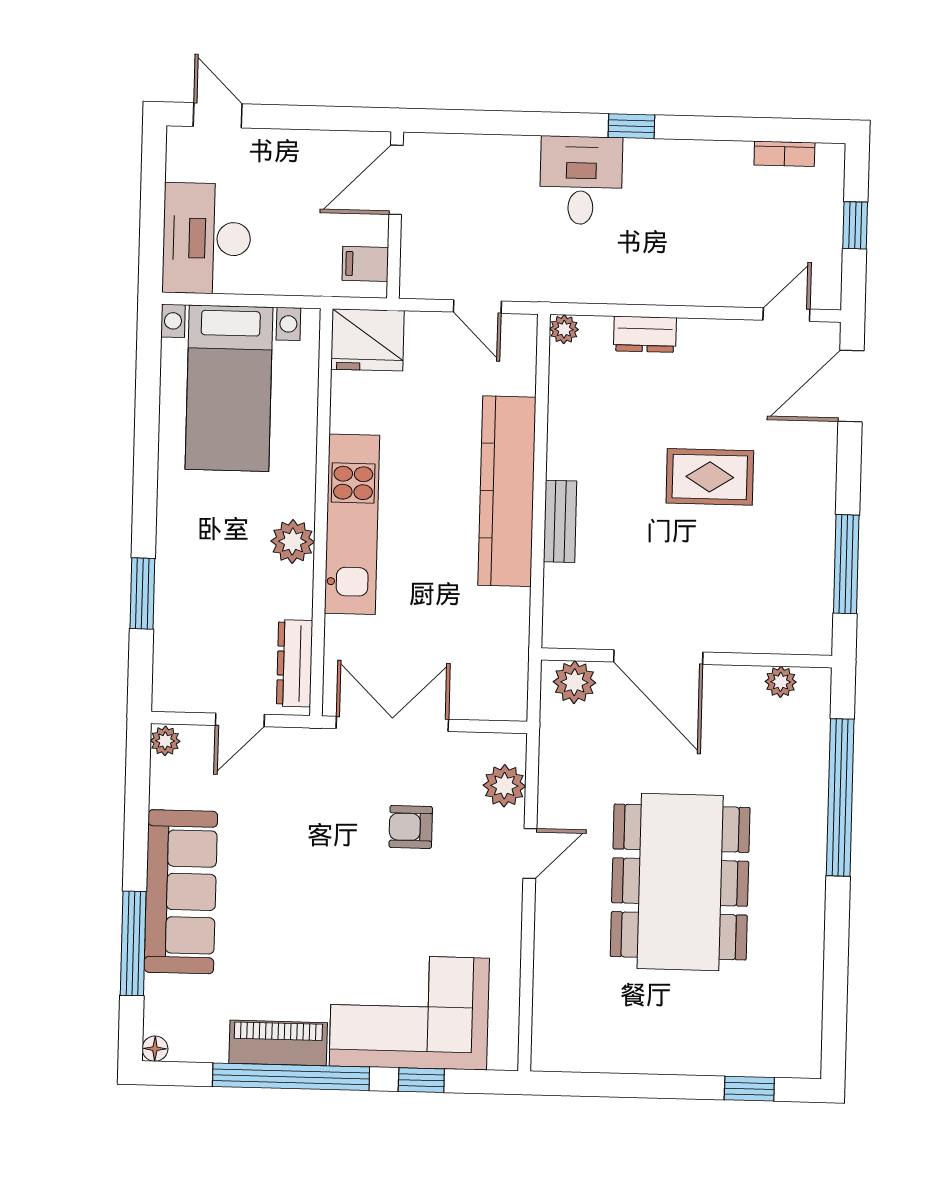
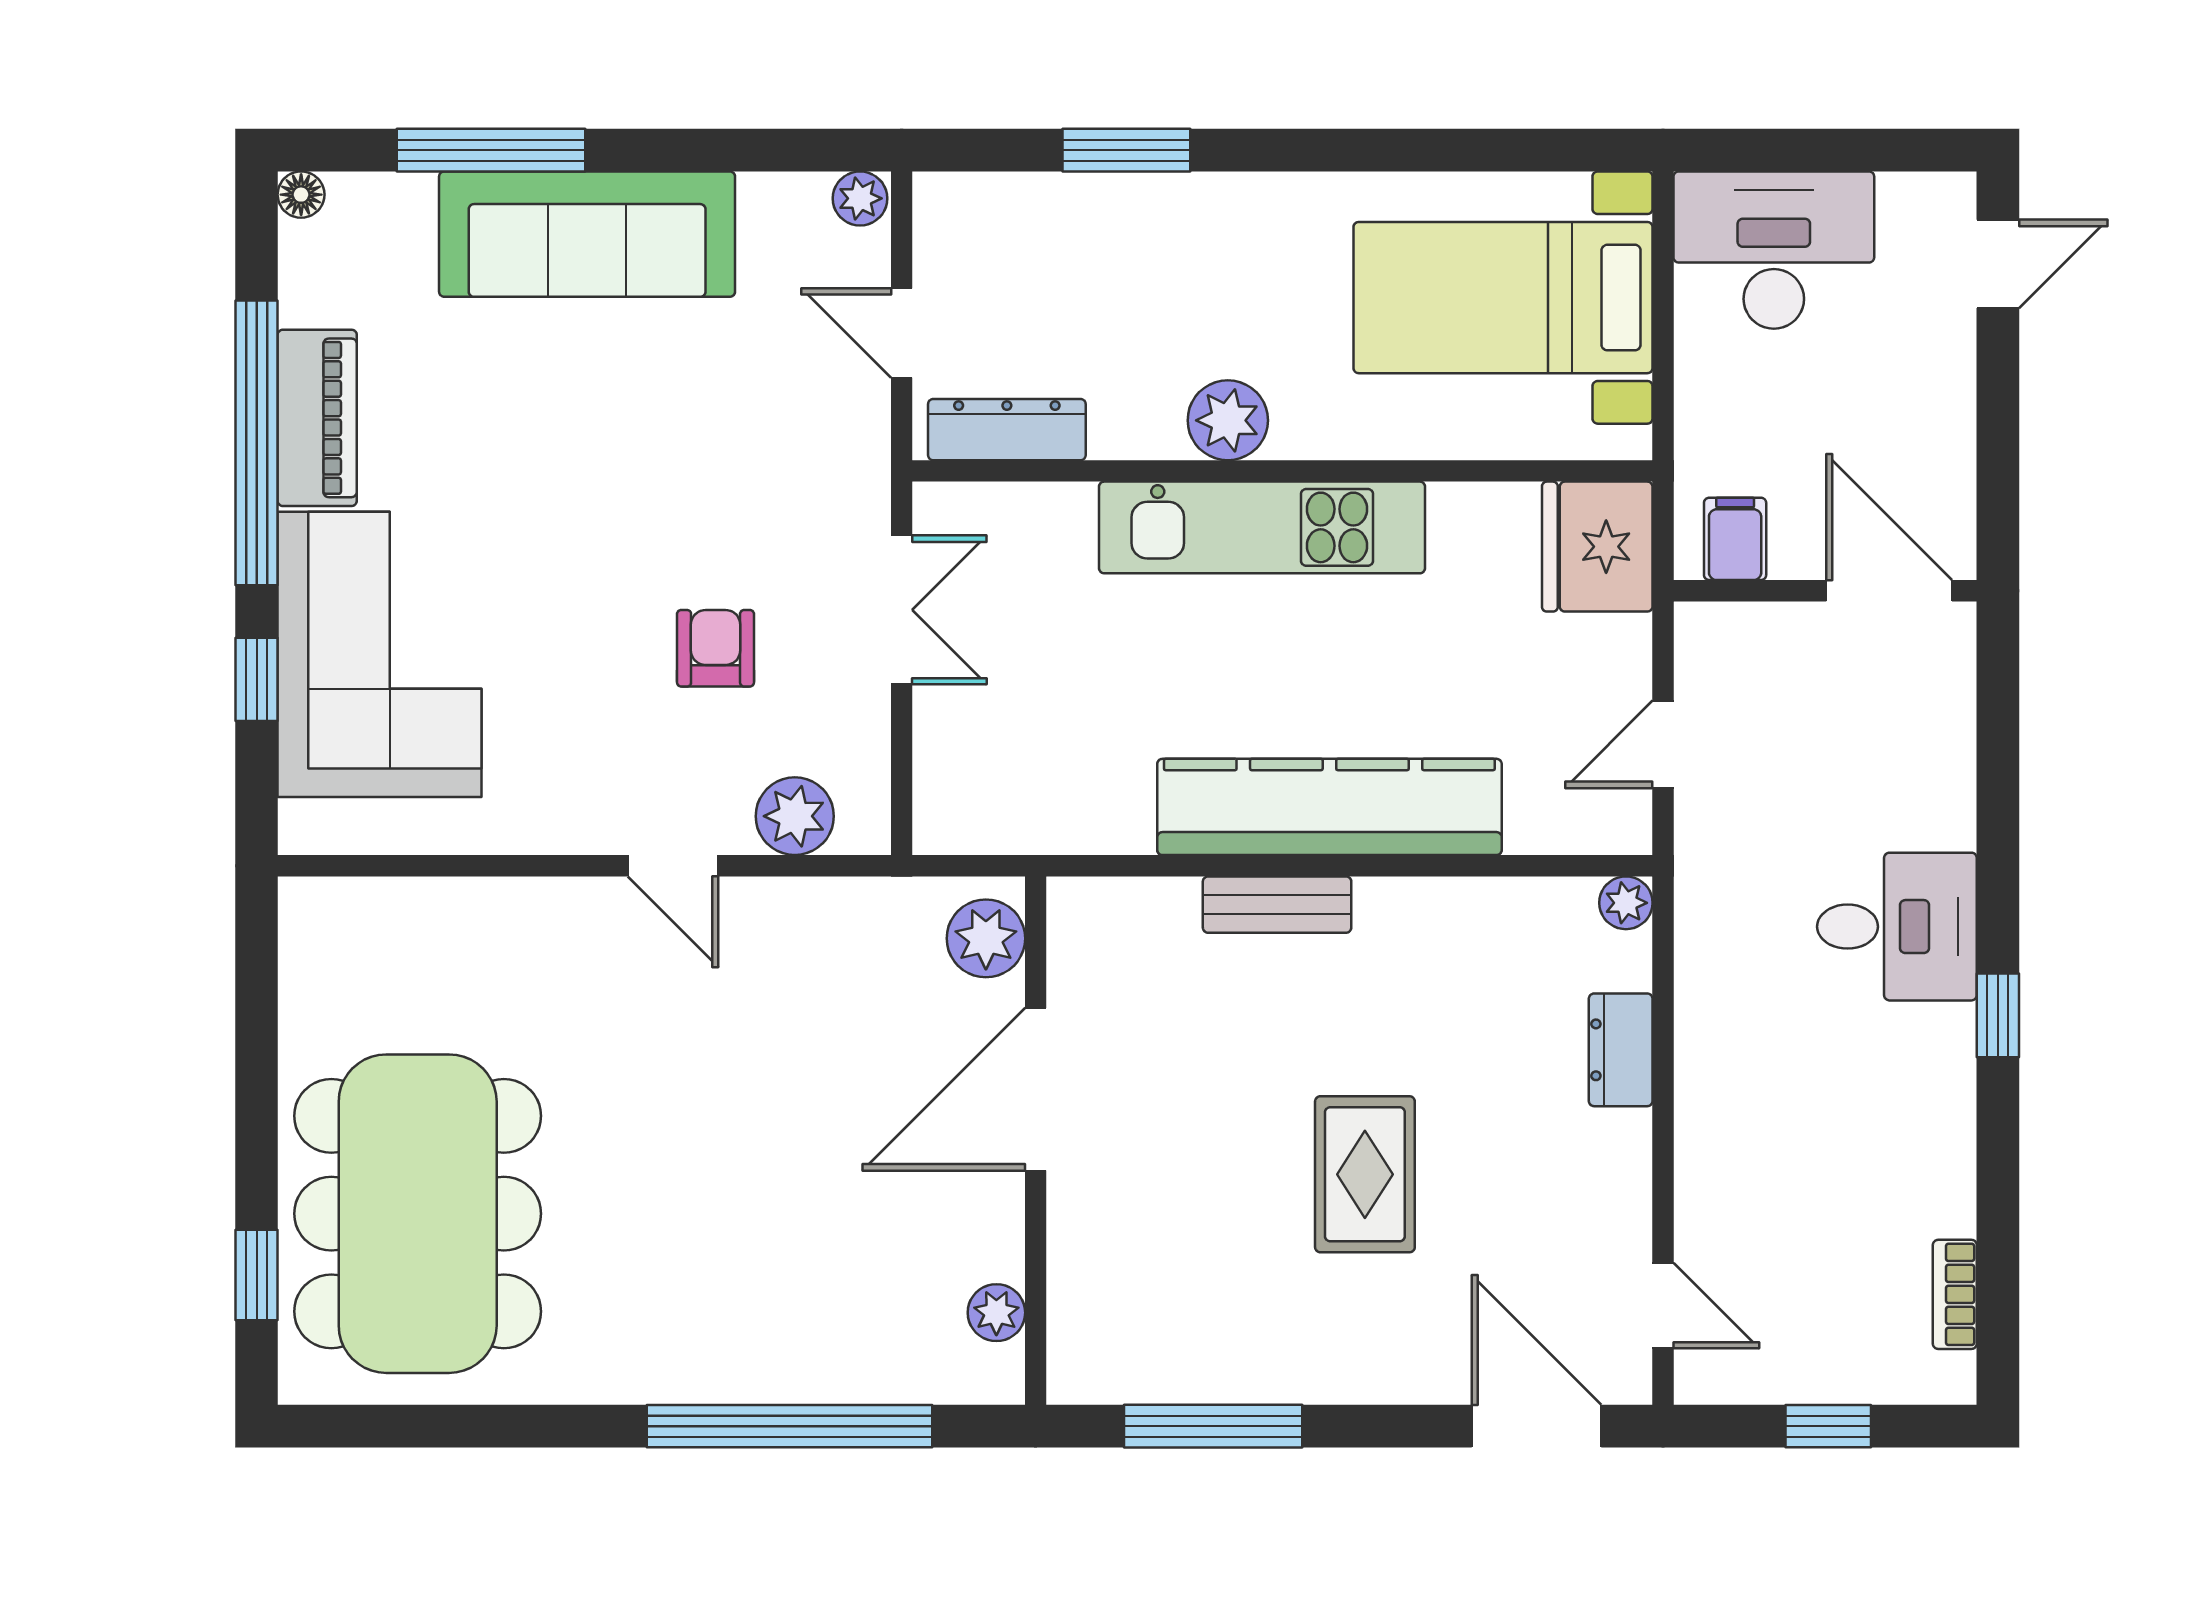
double door: (392, 724) -> (902, 610), width x0.73
dining table: (680, 882) -> (418, 1214), moved, turned 90

